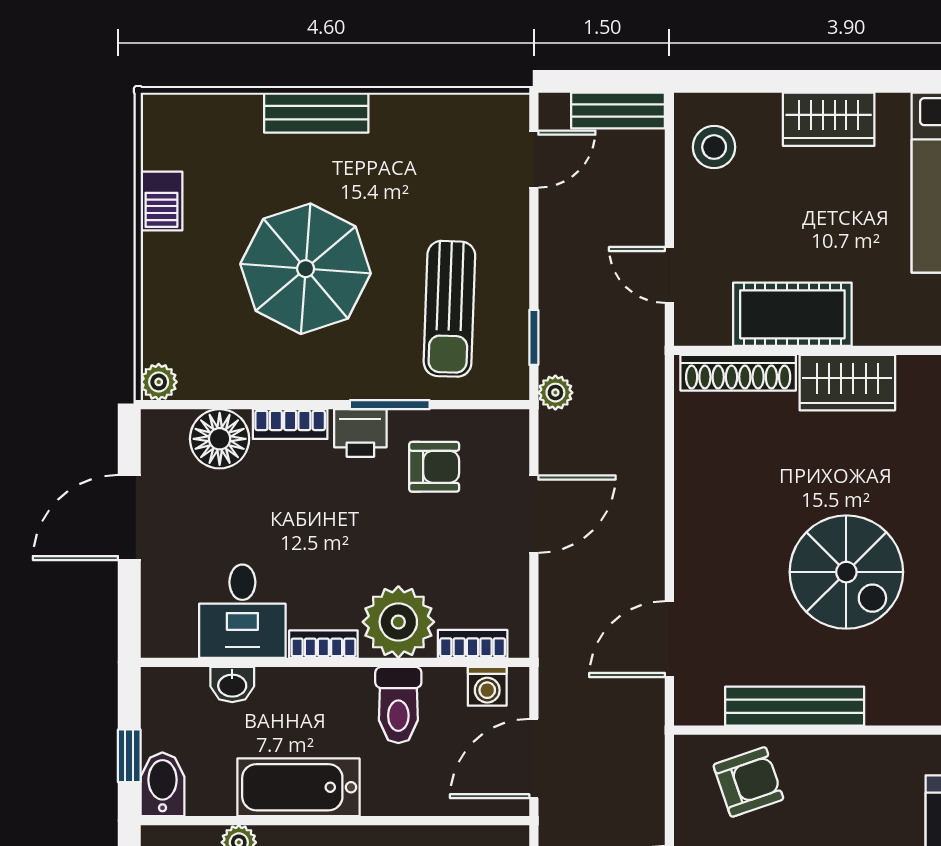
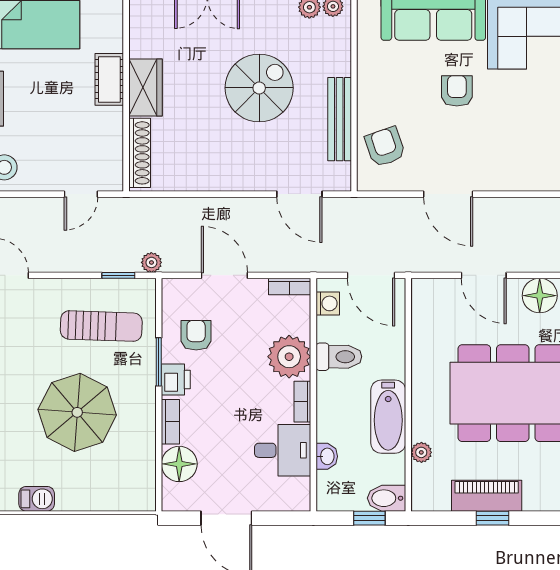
cot: (792, 314) -> (109, 79), moved, width x0.73, depth x0.75
plant: (159, 382) -> (145, 500), removed
bookcase: (473, 644) -> (289, 286), moved, turned -90

